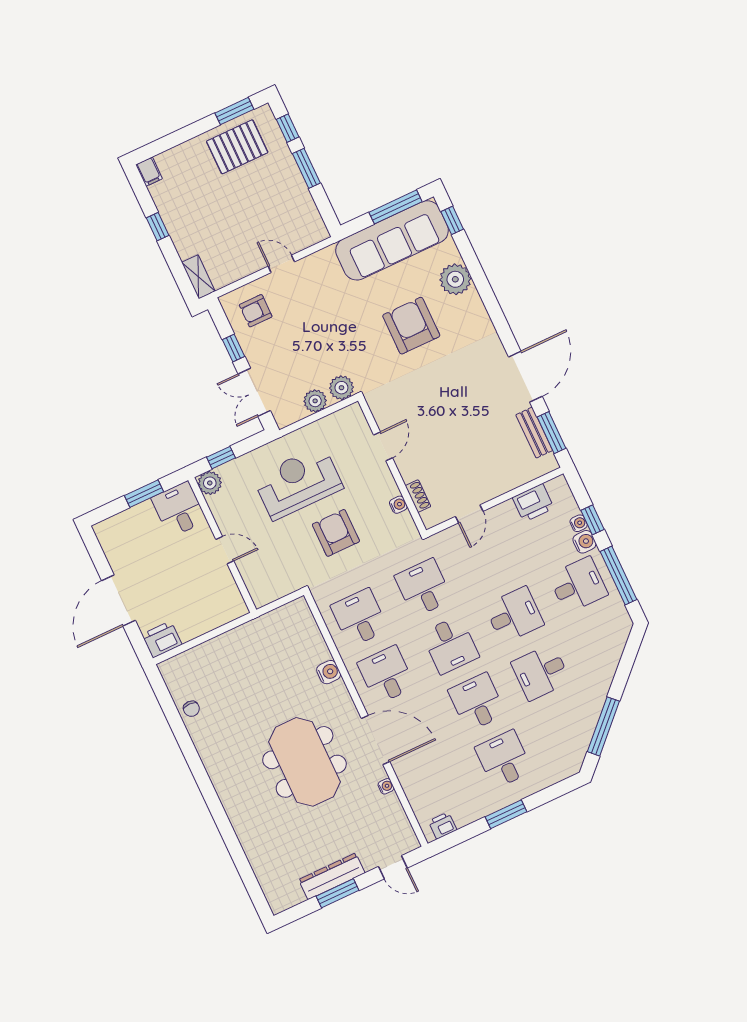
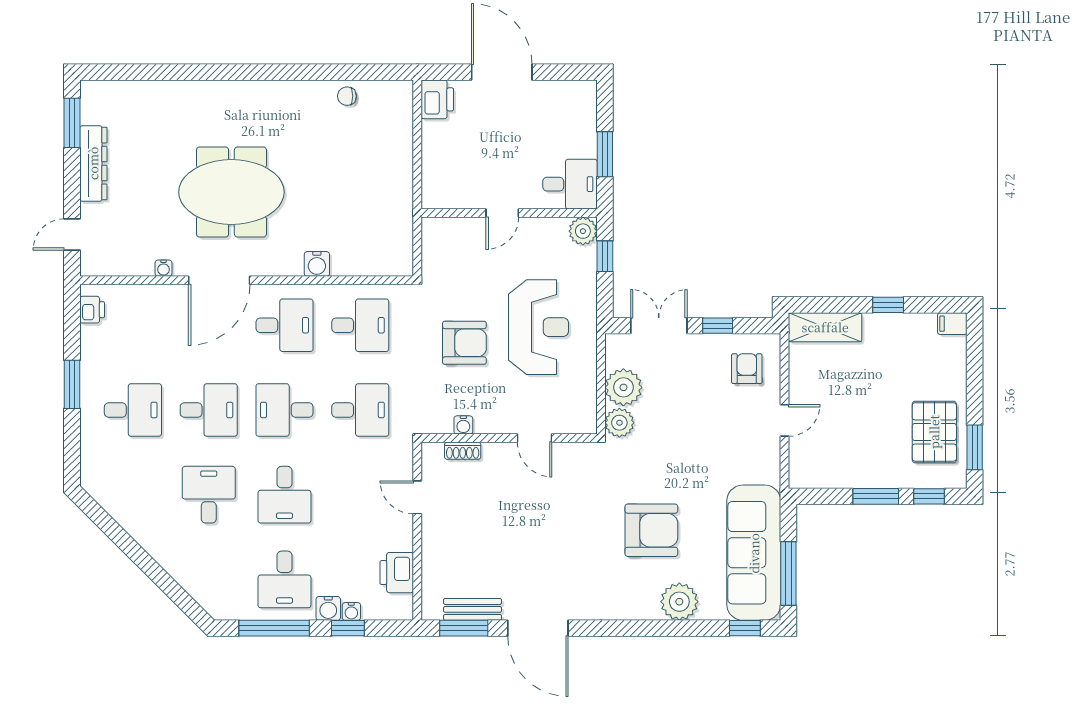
shelving: (198, 277) -> (825, 327), width x1.50, depth x1.33
plant: (315, 401) -> (623, 387), width x1.36, depth x1.36
window: (603, 726) -> (118, 535), removed
window: (338, 893) -> (72, 123), moved

